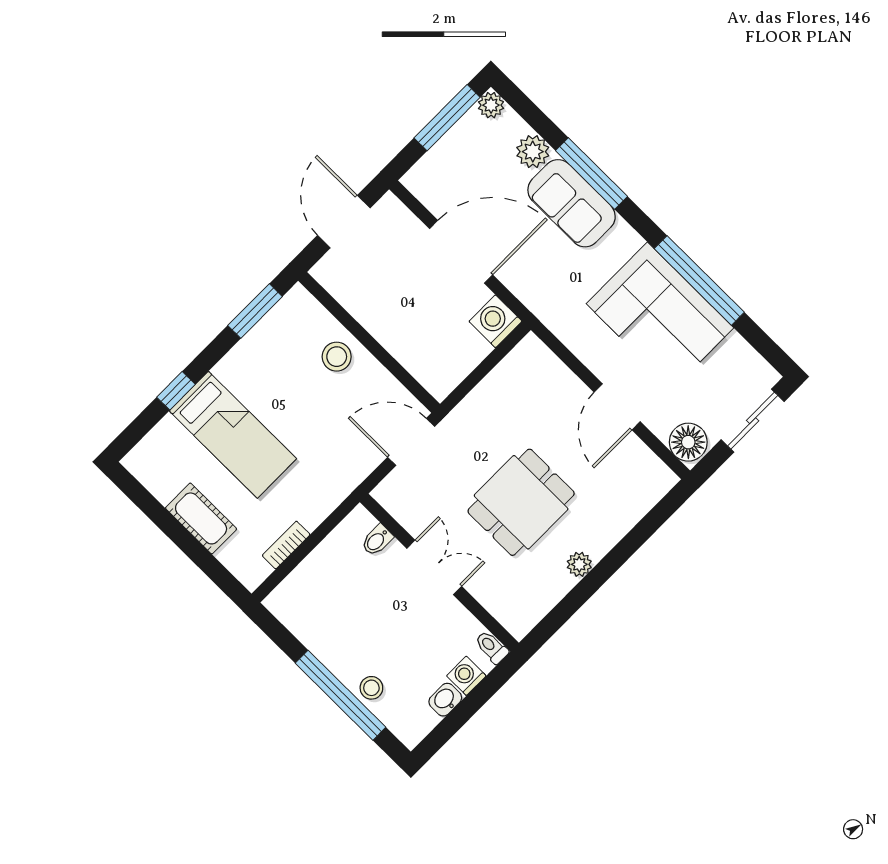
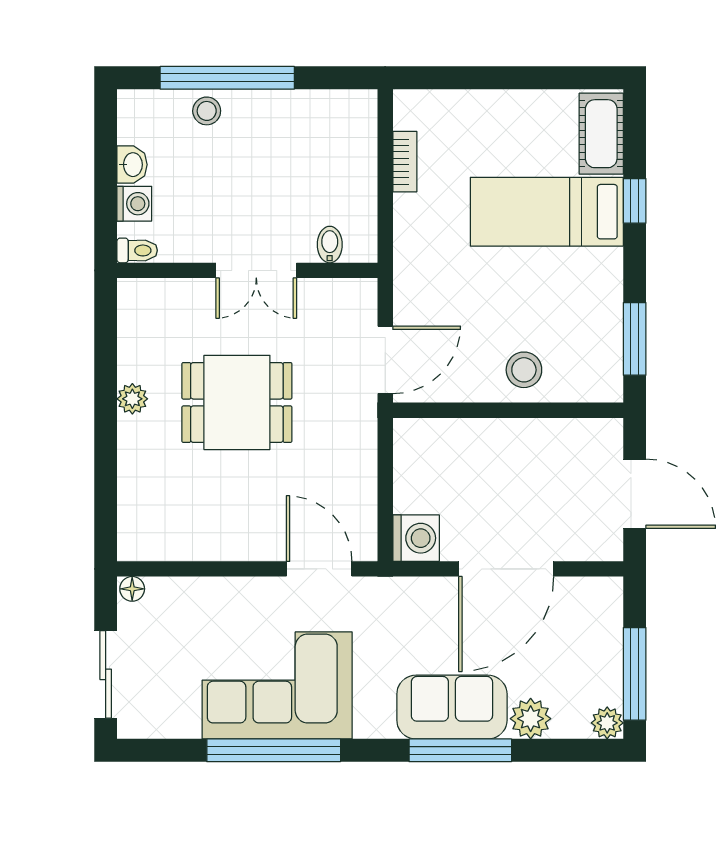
door: (617, 407) -> (319, 569), moved
floor lamp: (688, 442) -> (132, 589), width x0.53, depth x0.53
dining table: (521, 502) -> (237, 402), turned 90
cot: (201, 518) -> (601, 134), moved, turned 90

